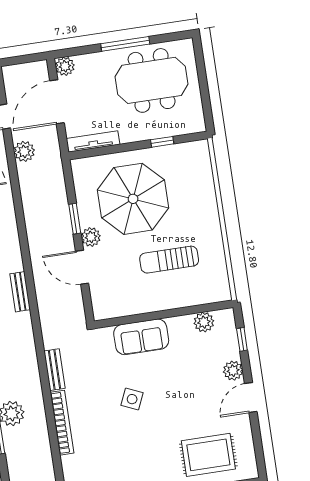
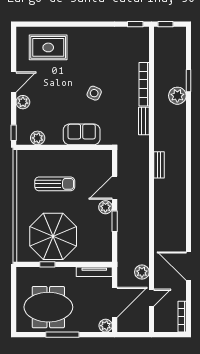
parasol: (133, 199) -> (53, 236), moved
door: (82, 267) -> (115, 188), swing flipped
bench: (20, 292) -> (159, 165), moved
window: (242, 339) -> (14, 133), moved

